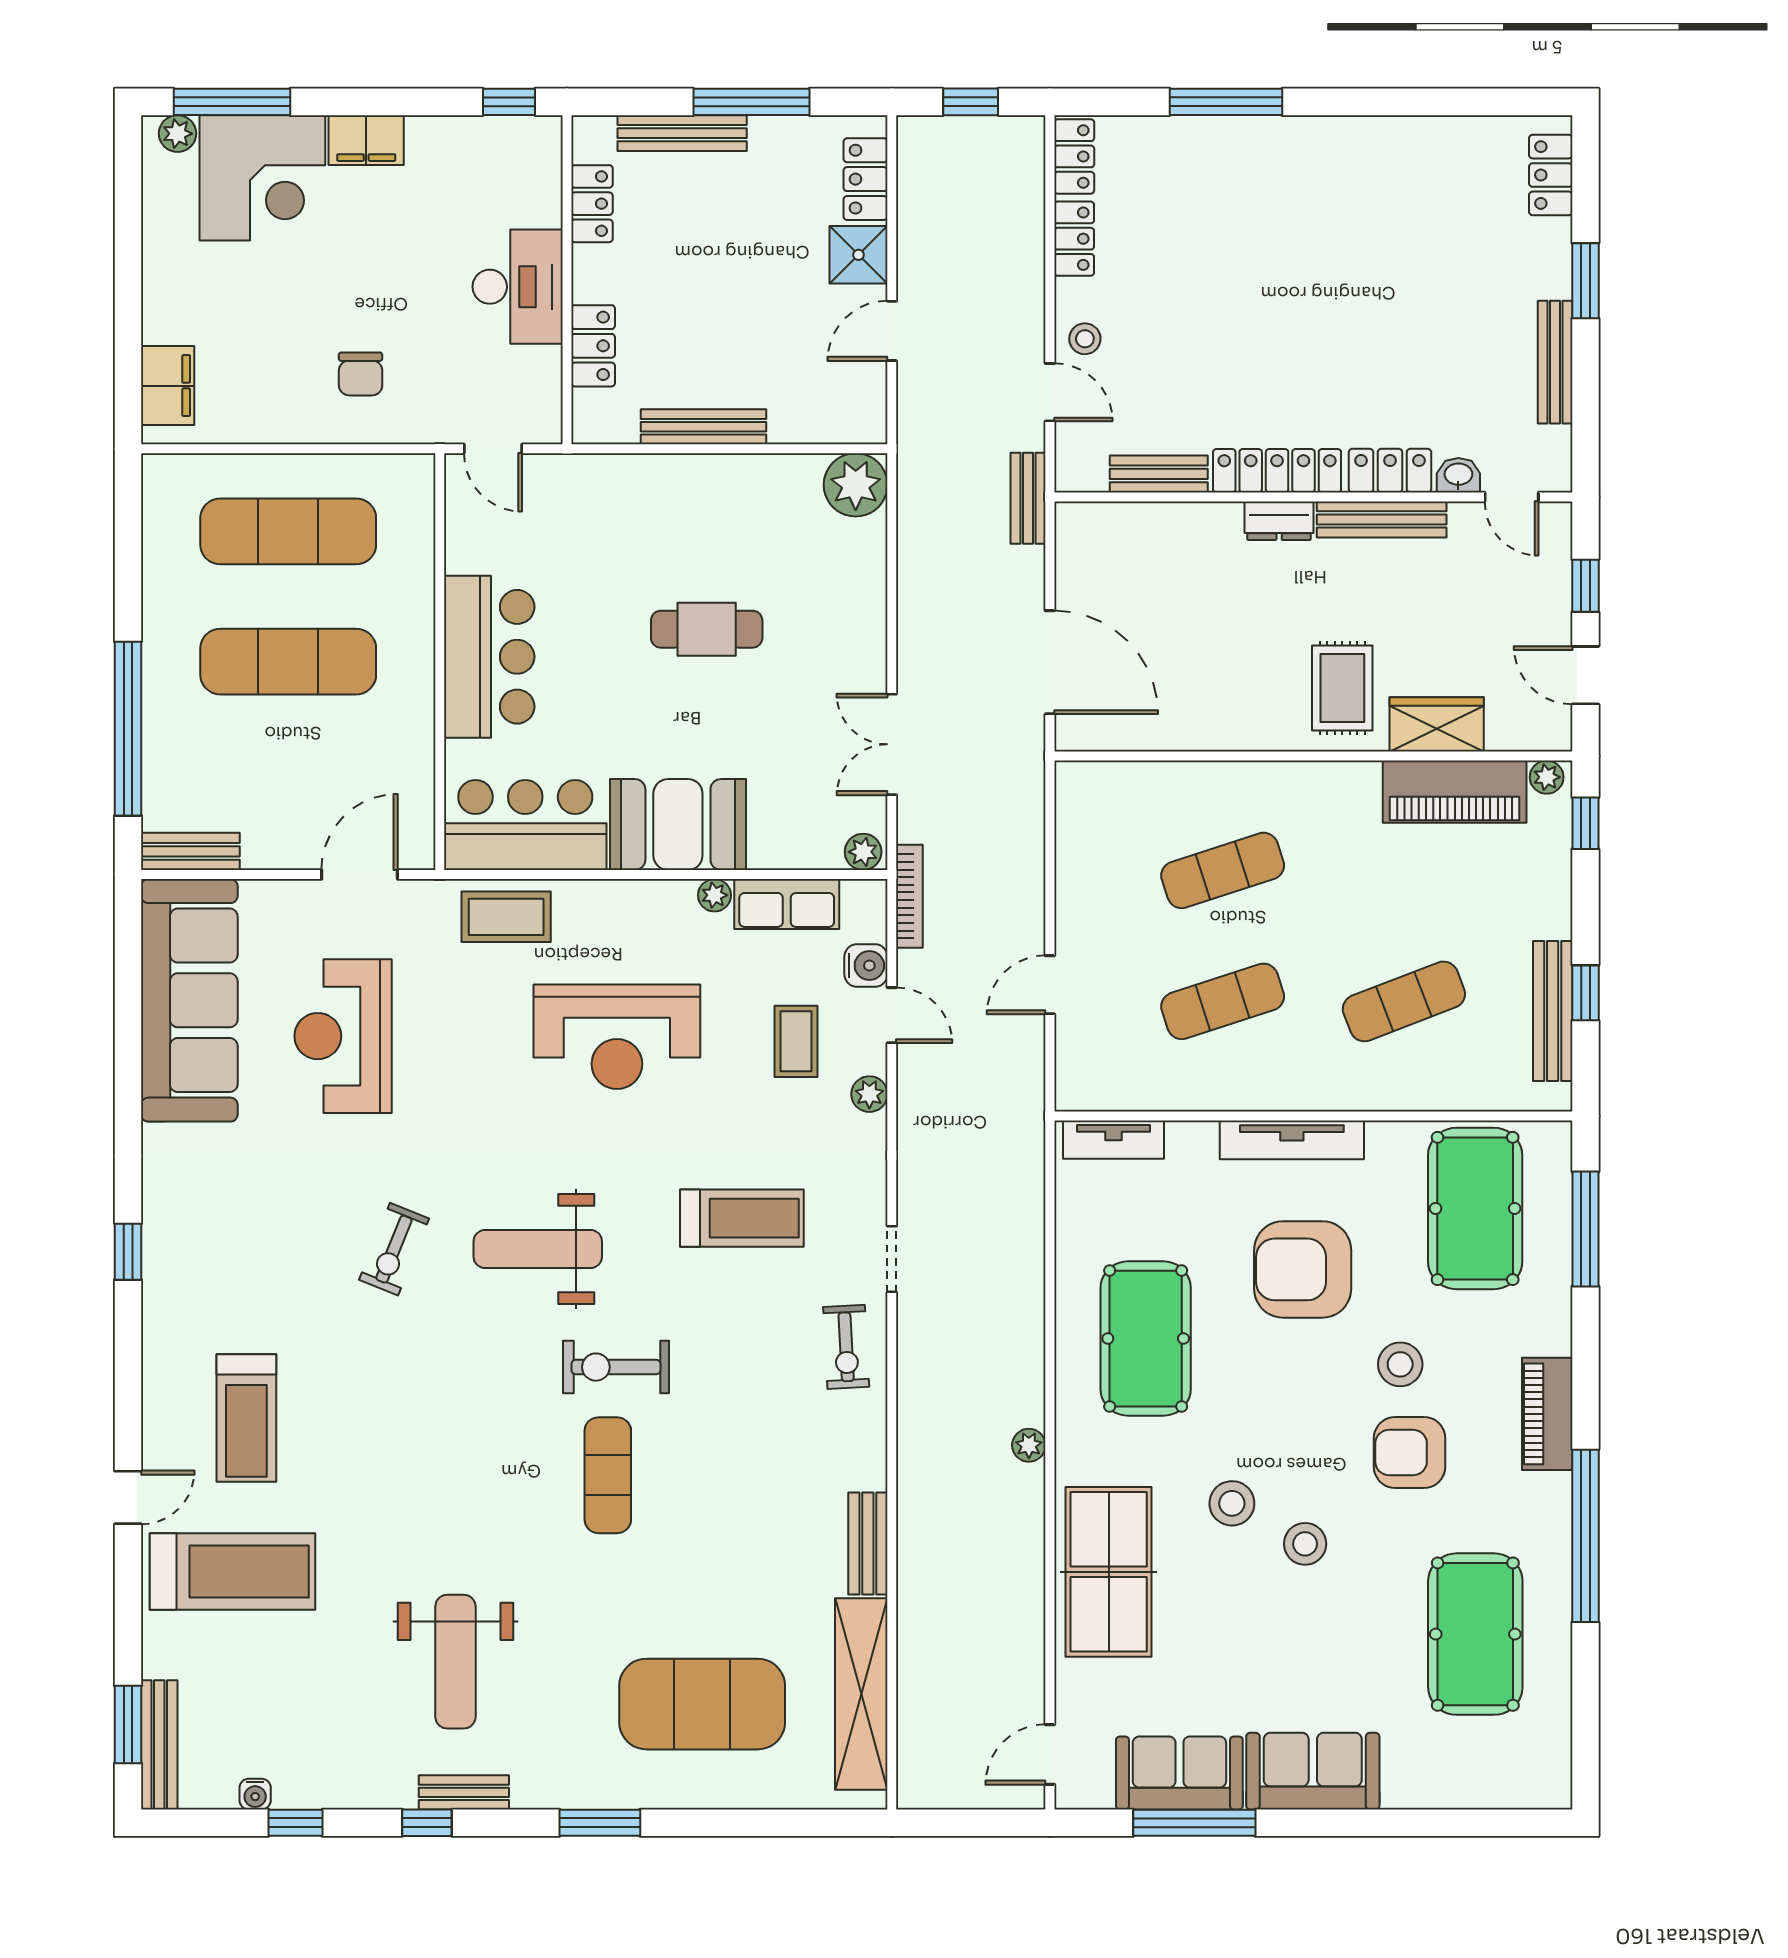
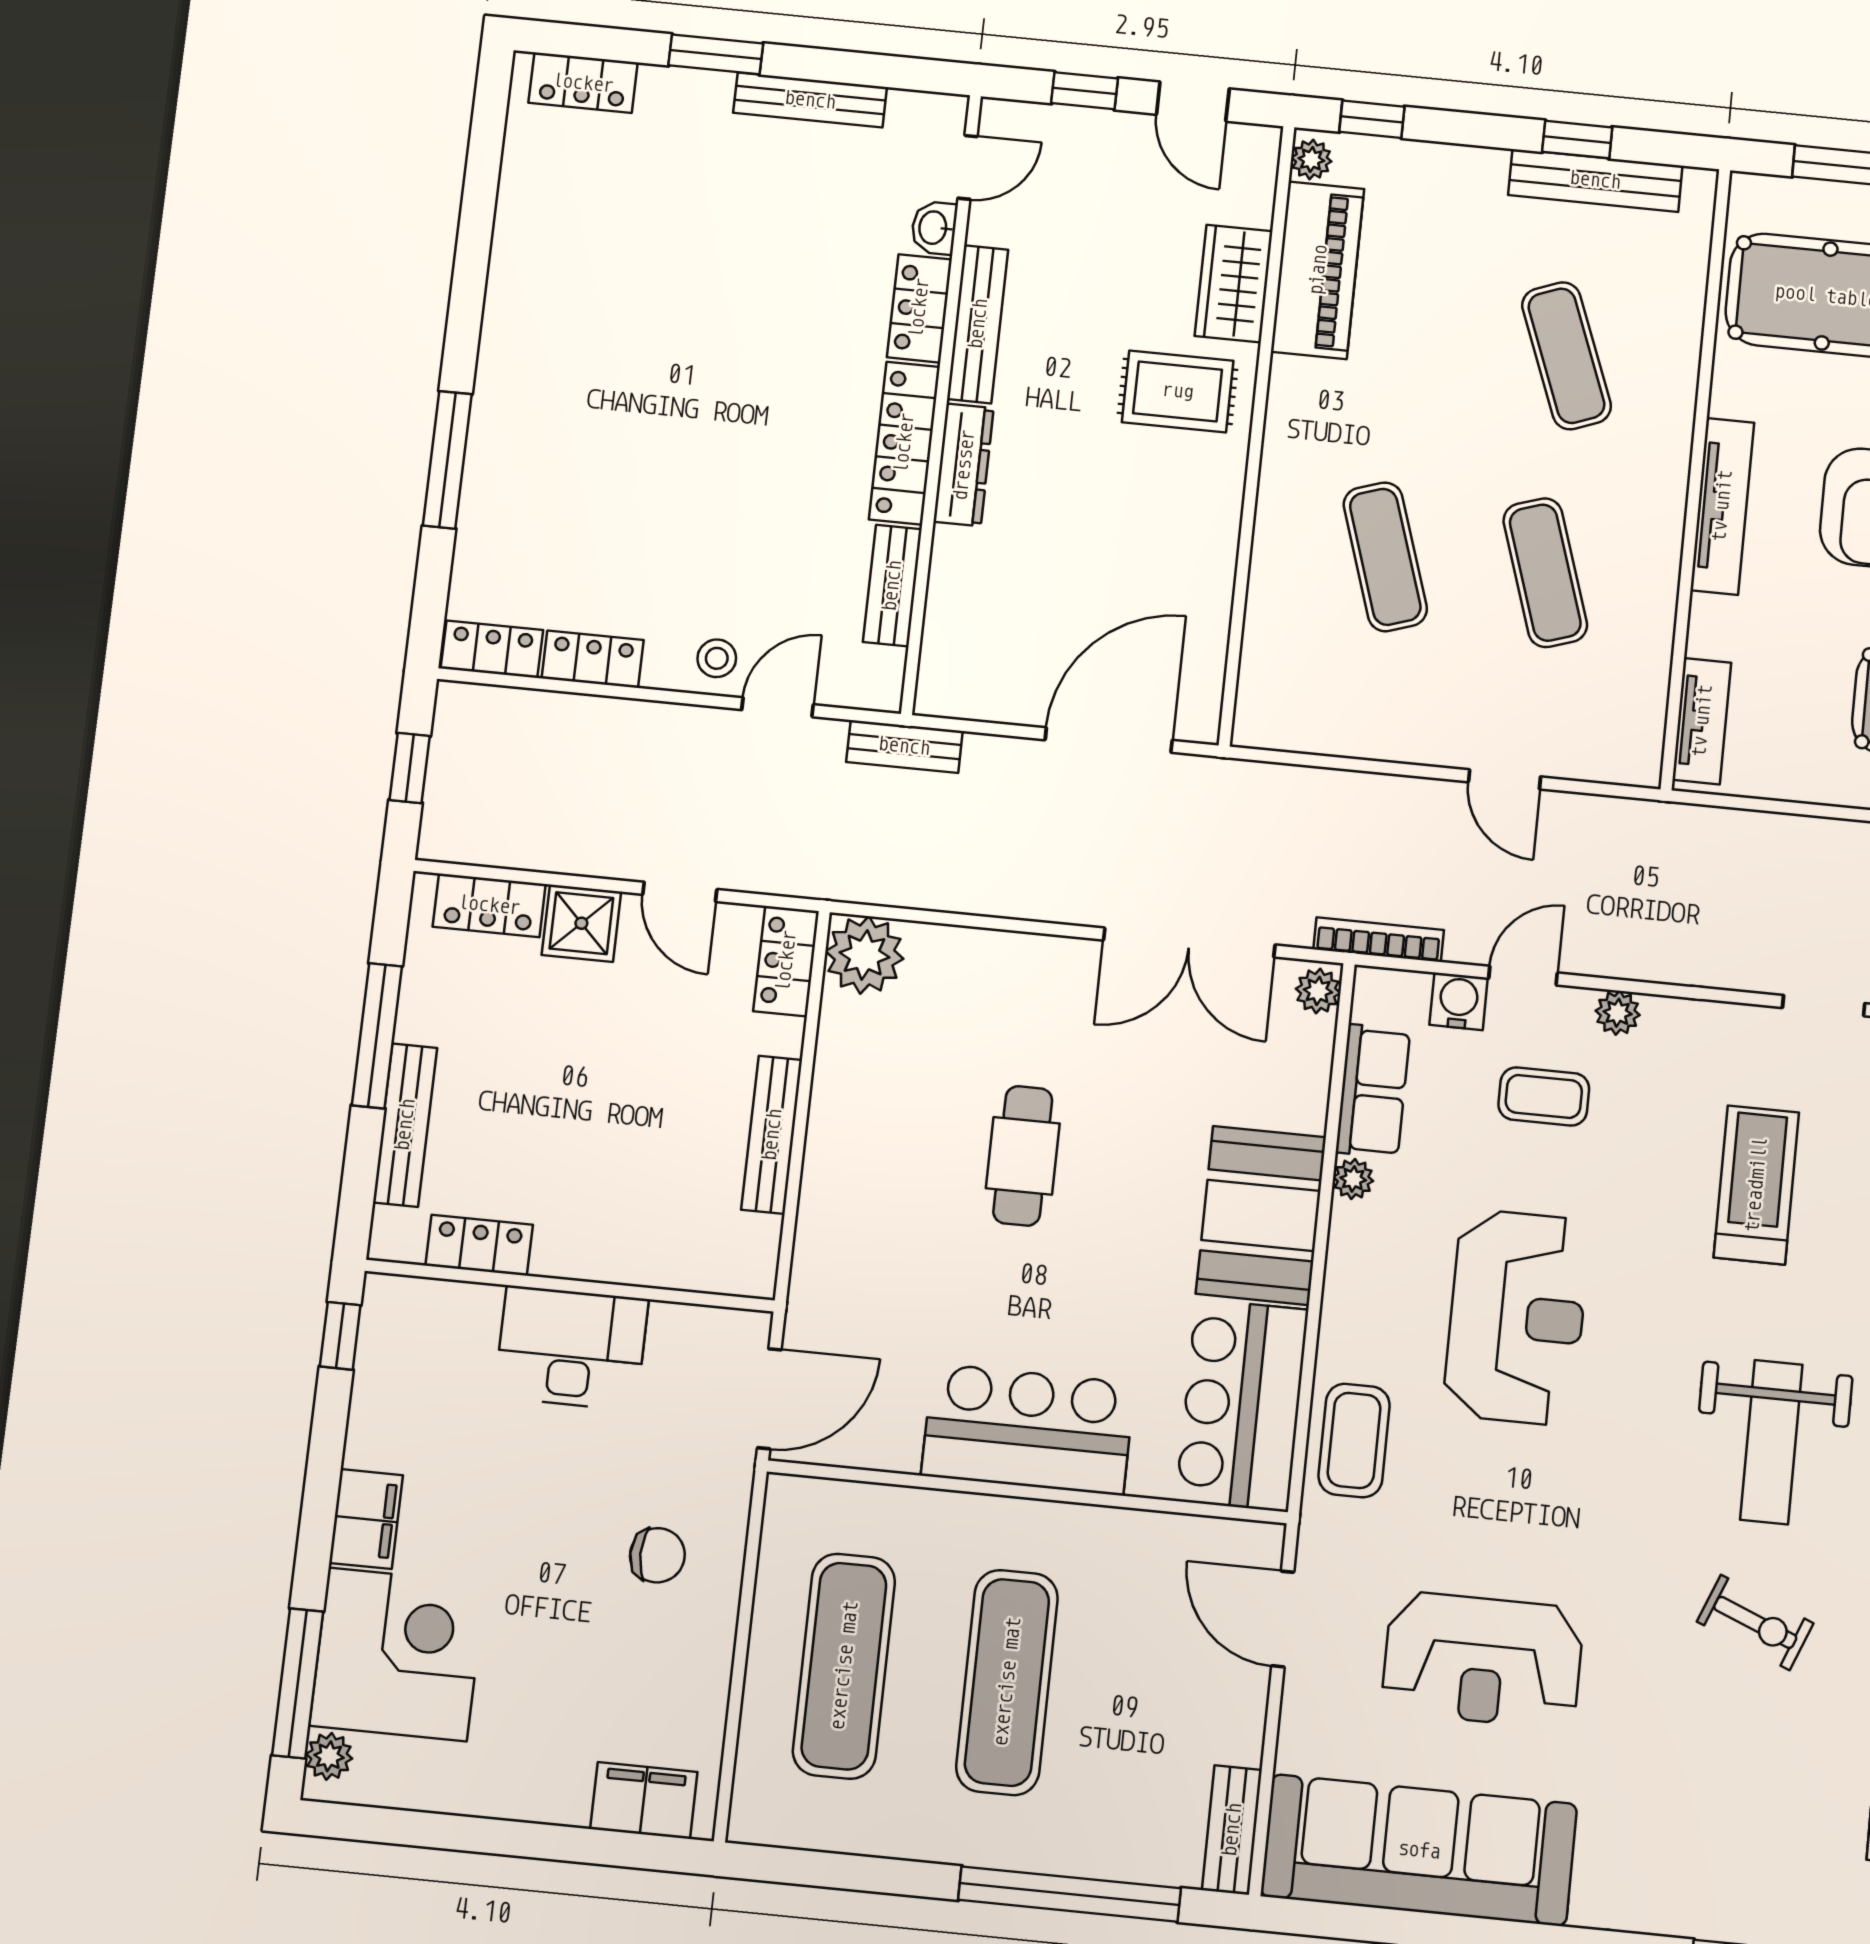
locker: (593, 346) -> (786, 961), moved, turned -90
door: (493, 449) -> (769, 1399), width x1.38
dresser: (1279, 521) -> (964, 465), width x1.44
door: (1585, 675) -> (1193, 102), hinge flipped
double door: (892, 744) -> (1189, 943), width x1.37

